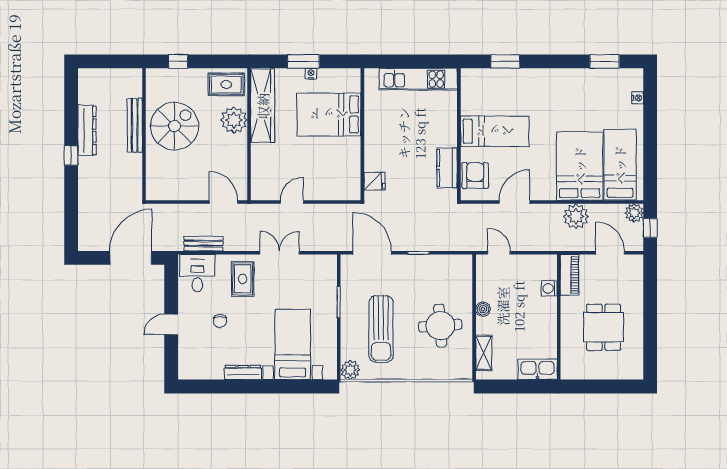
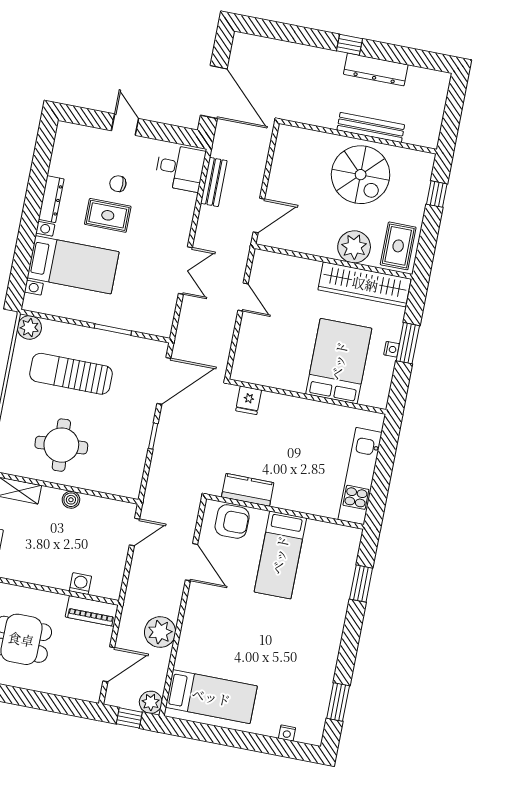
bed: (580, 166) -> (219, 648), removed
rug: (243, 279) -> (108, 215), moved

